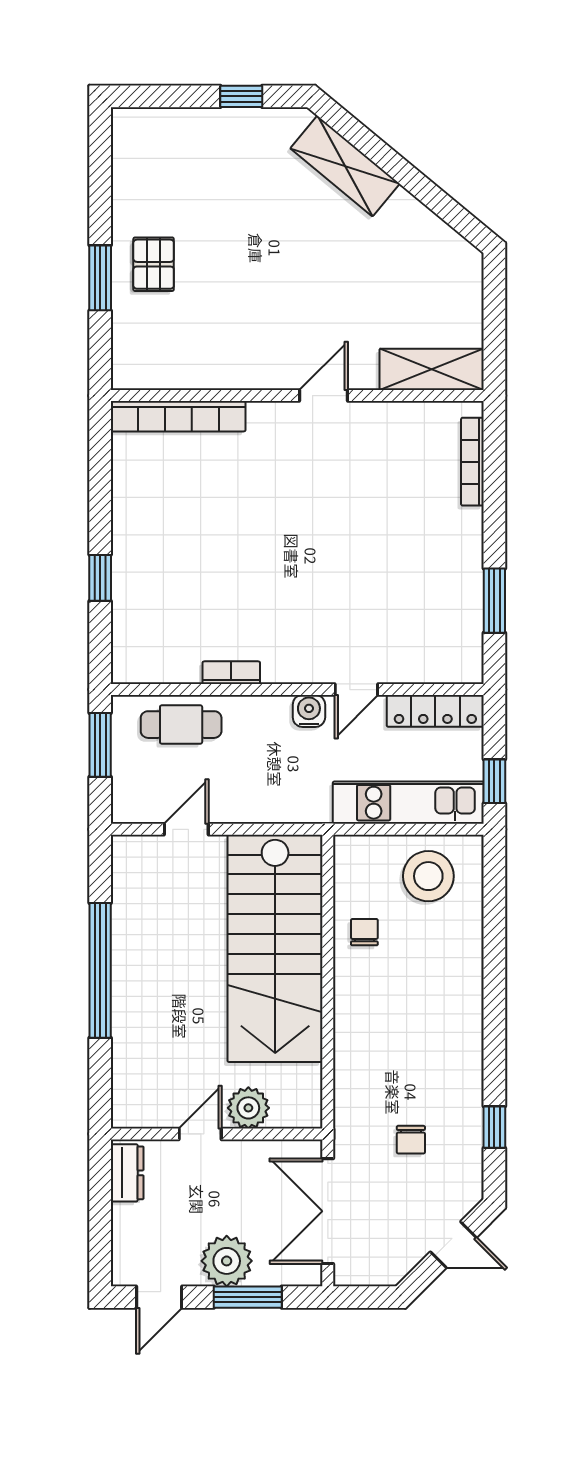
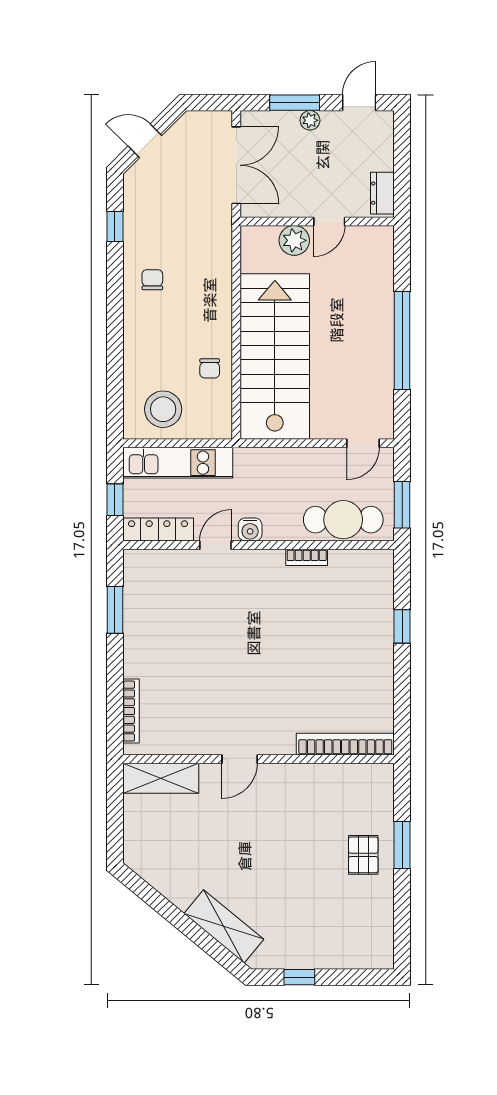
cafe table: (181, 725) -> (343, 520), width x1.37, depth x1.35
window: (494, 781) -> (115, 500), moved
door: (186, 829) -> (363, 443), moved
chair: (411, 1140) -> (152, 280), moved
plant: (227, 1261) -> (310, 120), width x0.53, depth x0.53

